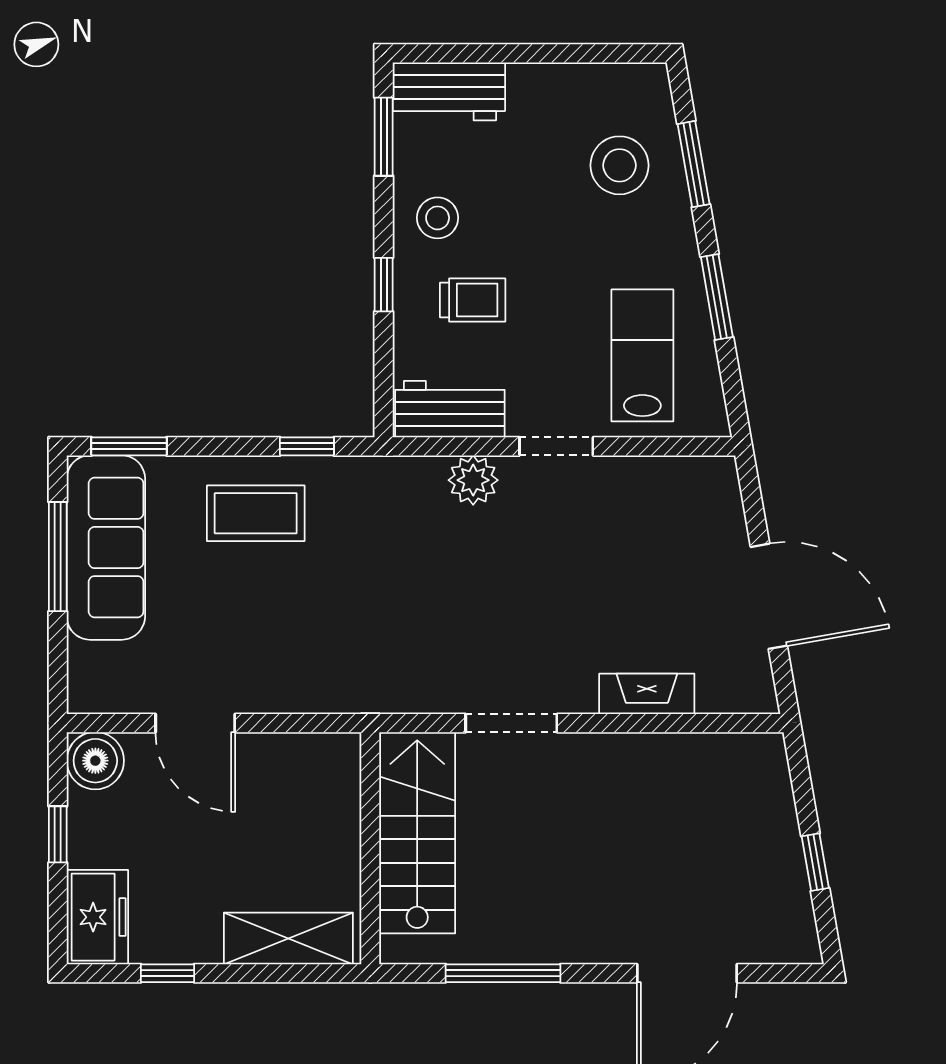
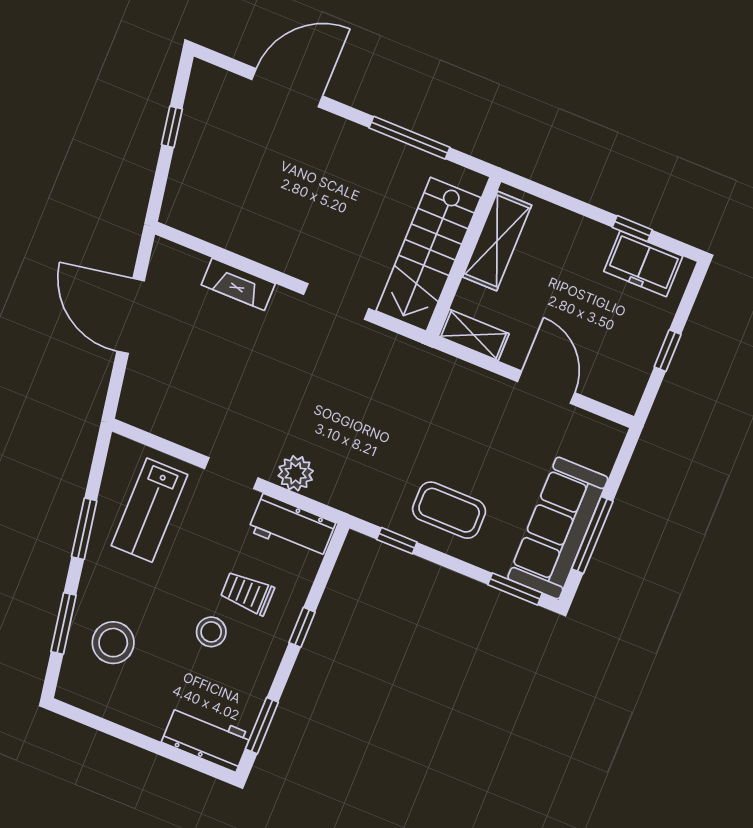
stool: (438, 218) -> (211, 632), moved
shelving: (316, 752) -> (474, 335), added
boiler: (95, 761) -> (623, 389), removed
freezer: (97, 917) -> (643, 264), moved, turned -90
shelving: (288, 938) -> (497, 241), moved, turned 90

